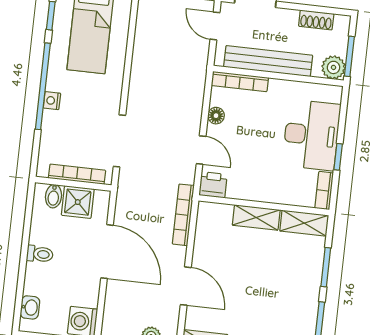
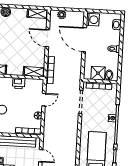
door: (201, 150) -> (44, 100), swing flipped
printer: (213, 185) -> (19, 83), moved
shelving: (256, 218) -> (34, 72), moved
door: (107, 252) -> (84, 40), moved

